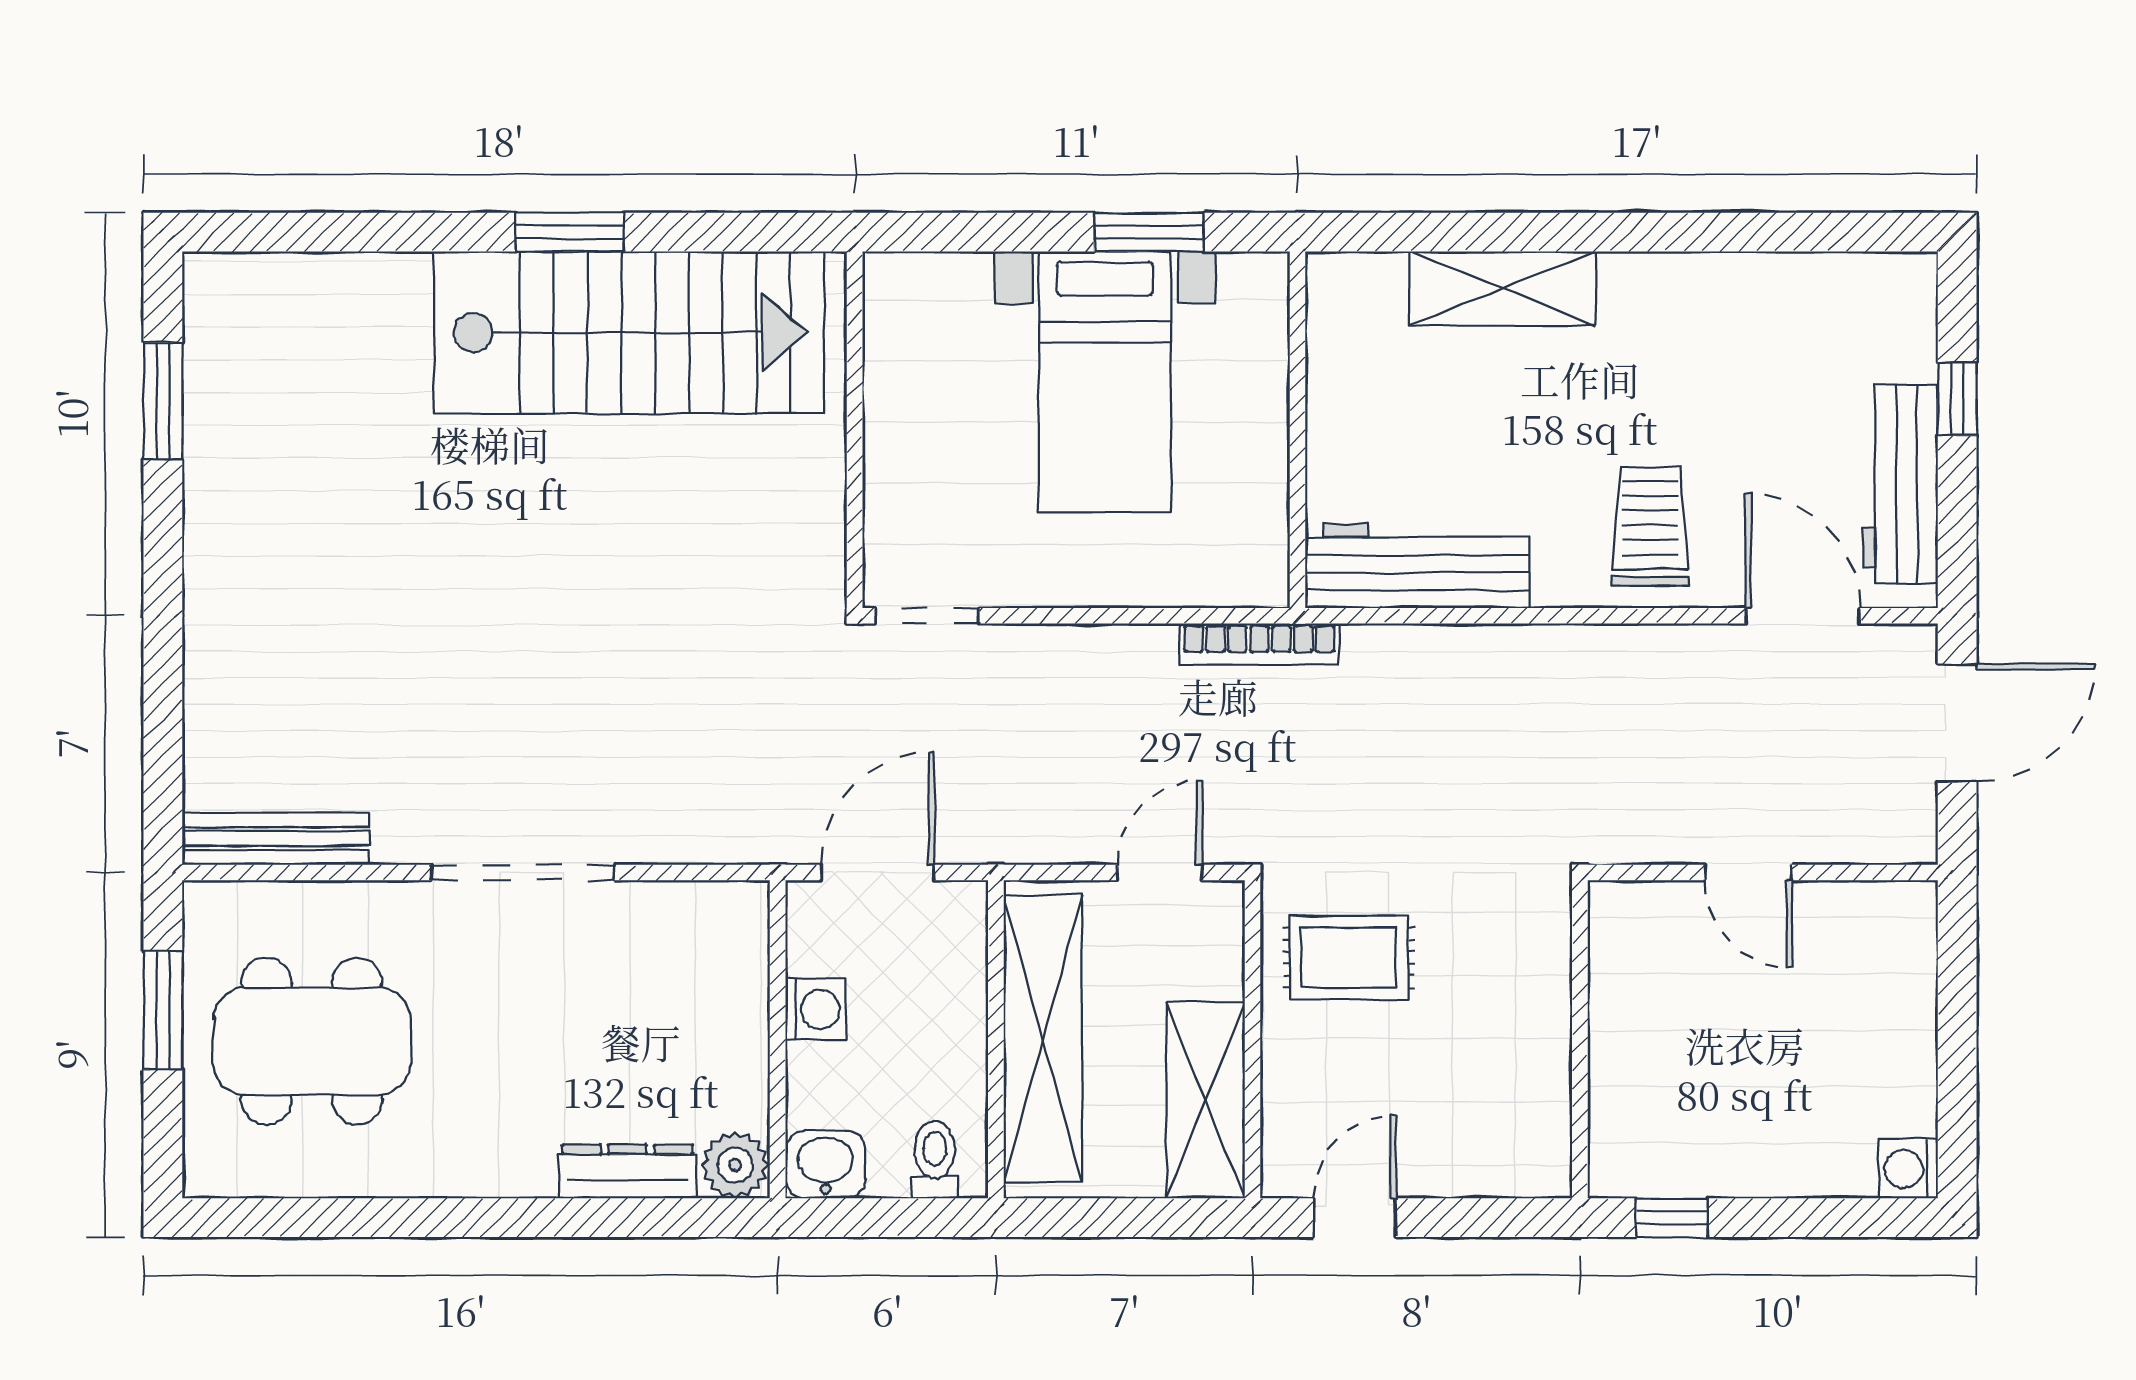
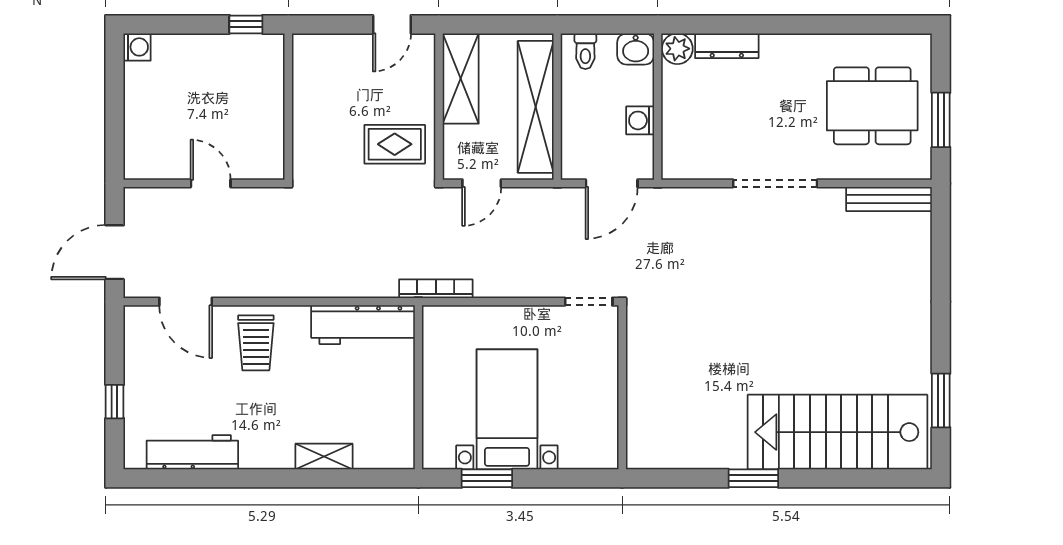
shelving: (1502, 289) -> (324, 457), width x0.67, depth x0.75
stairs: (629, 333) -> (837, 432), moved
workbench: (1901, 484) -> (192, 452), moved, turned -90

